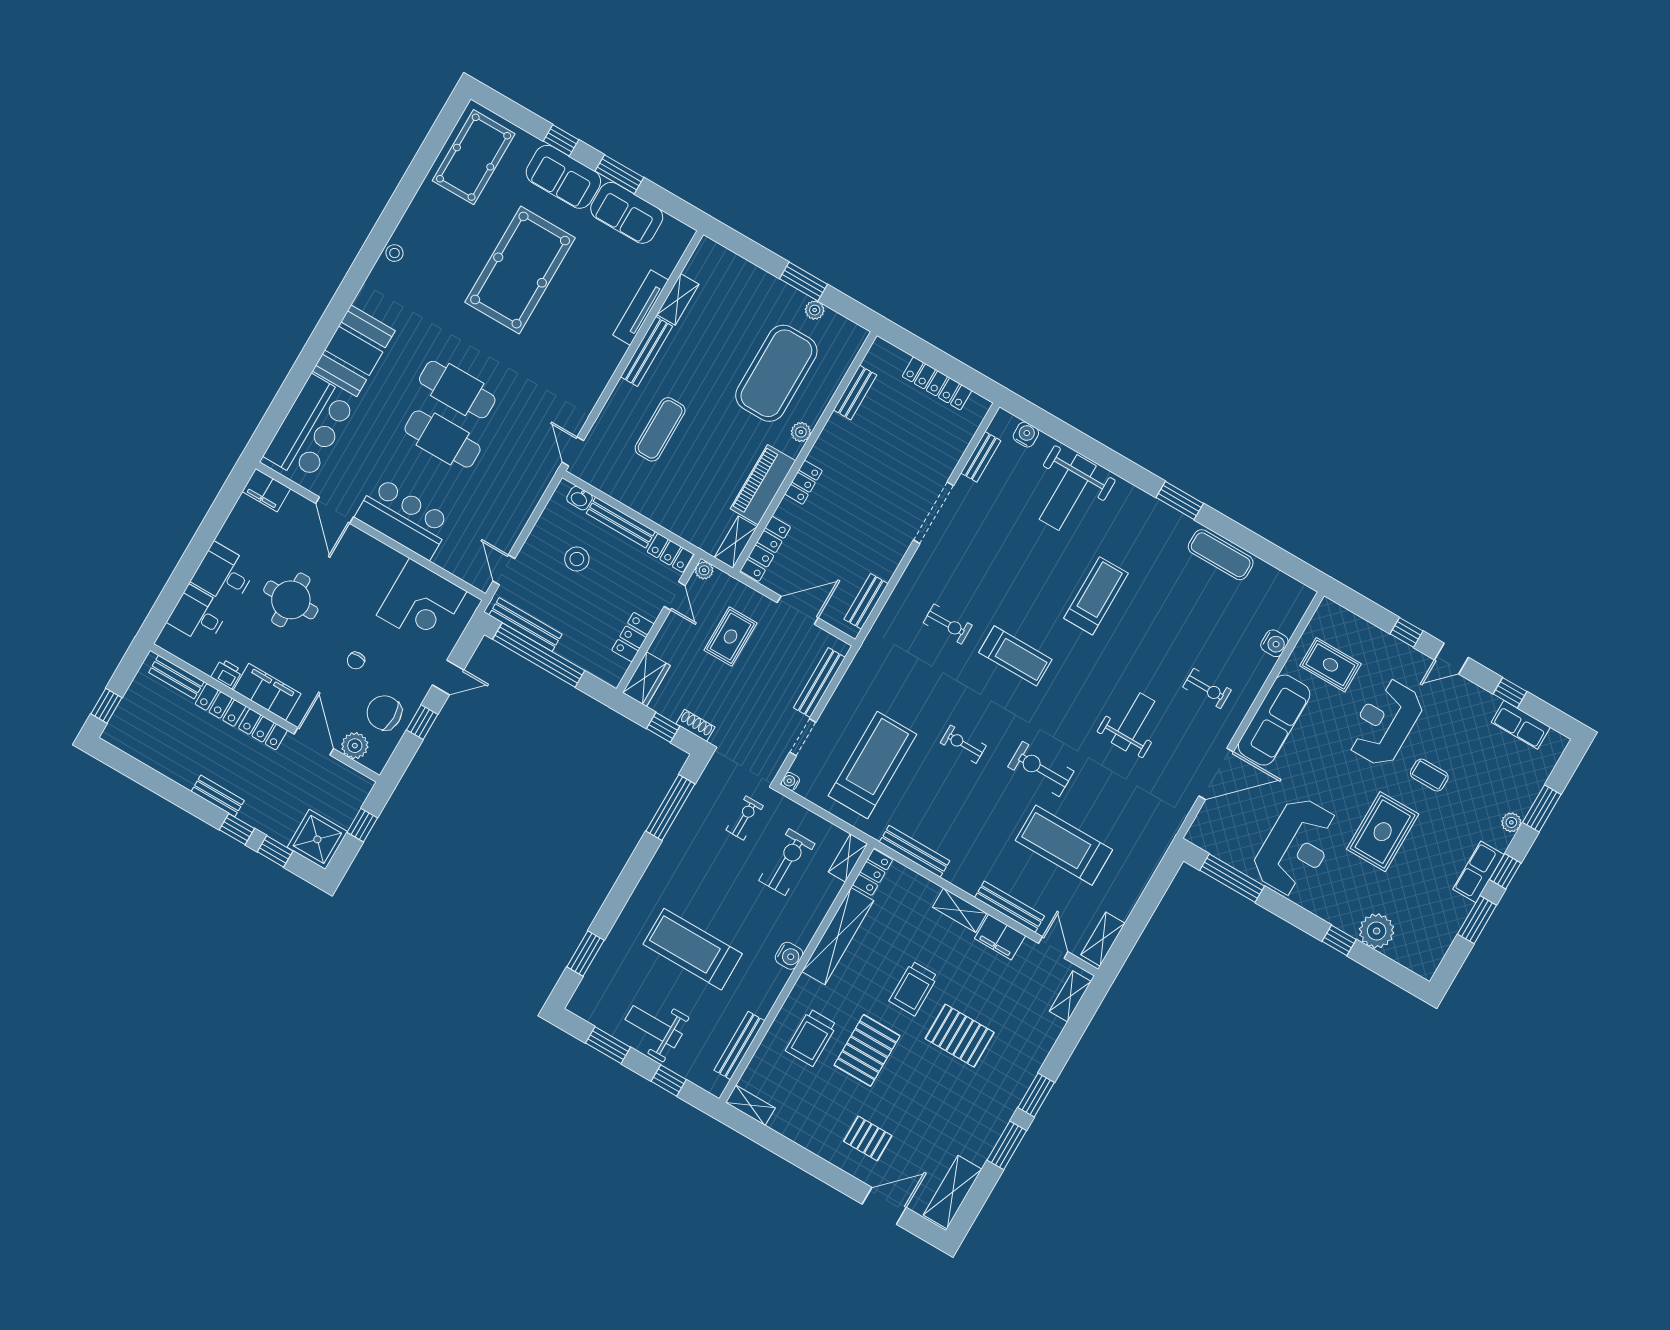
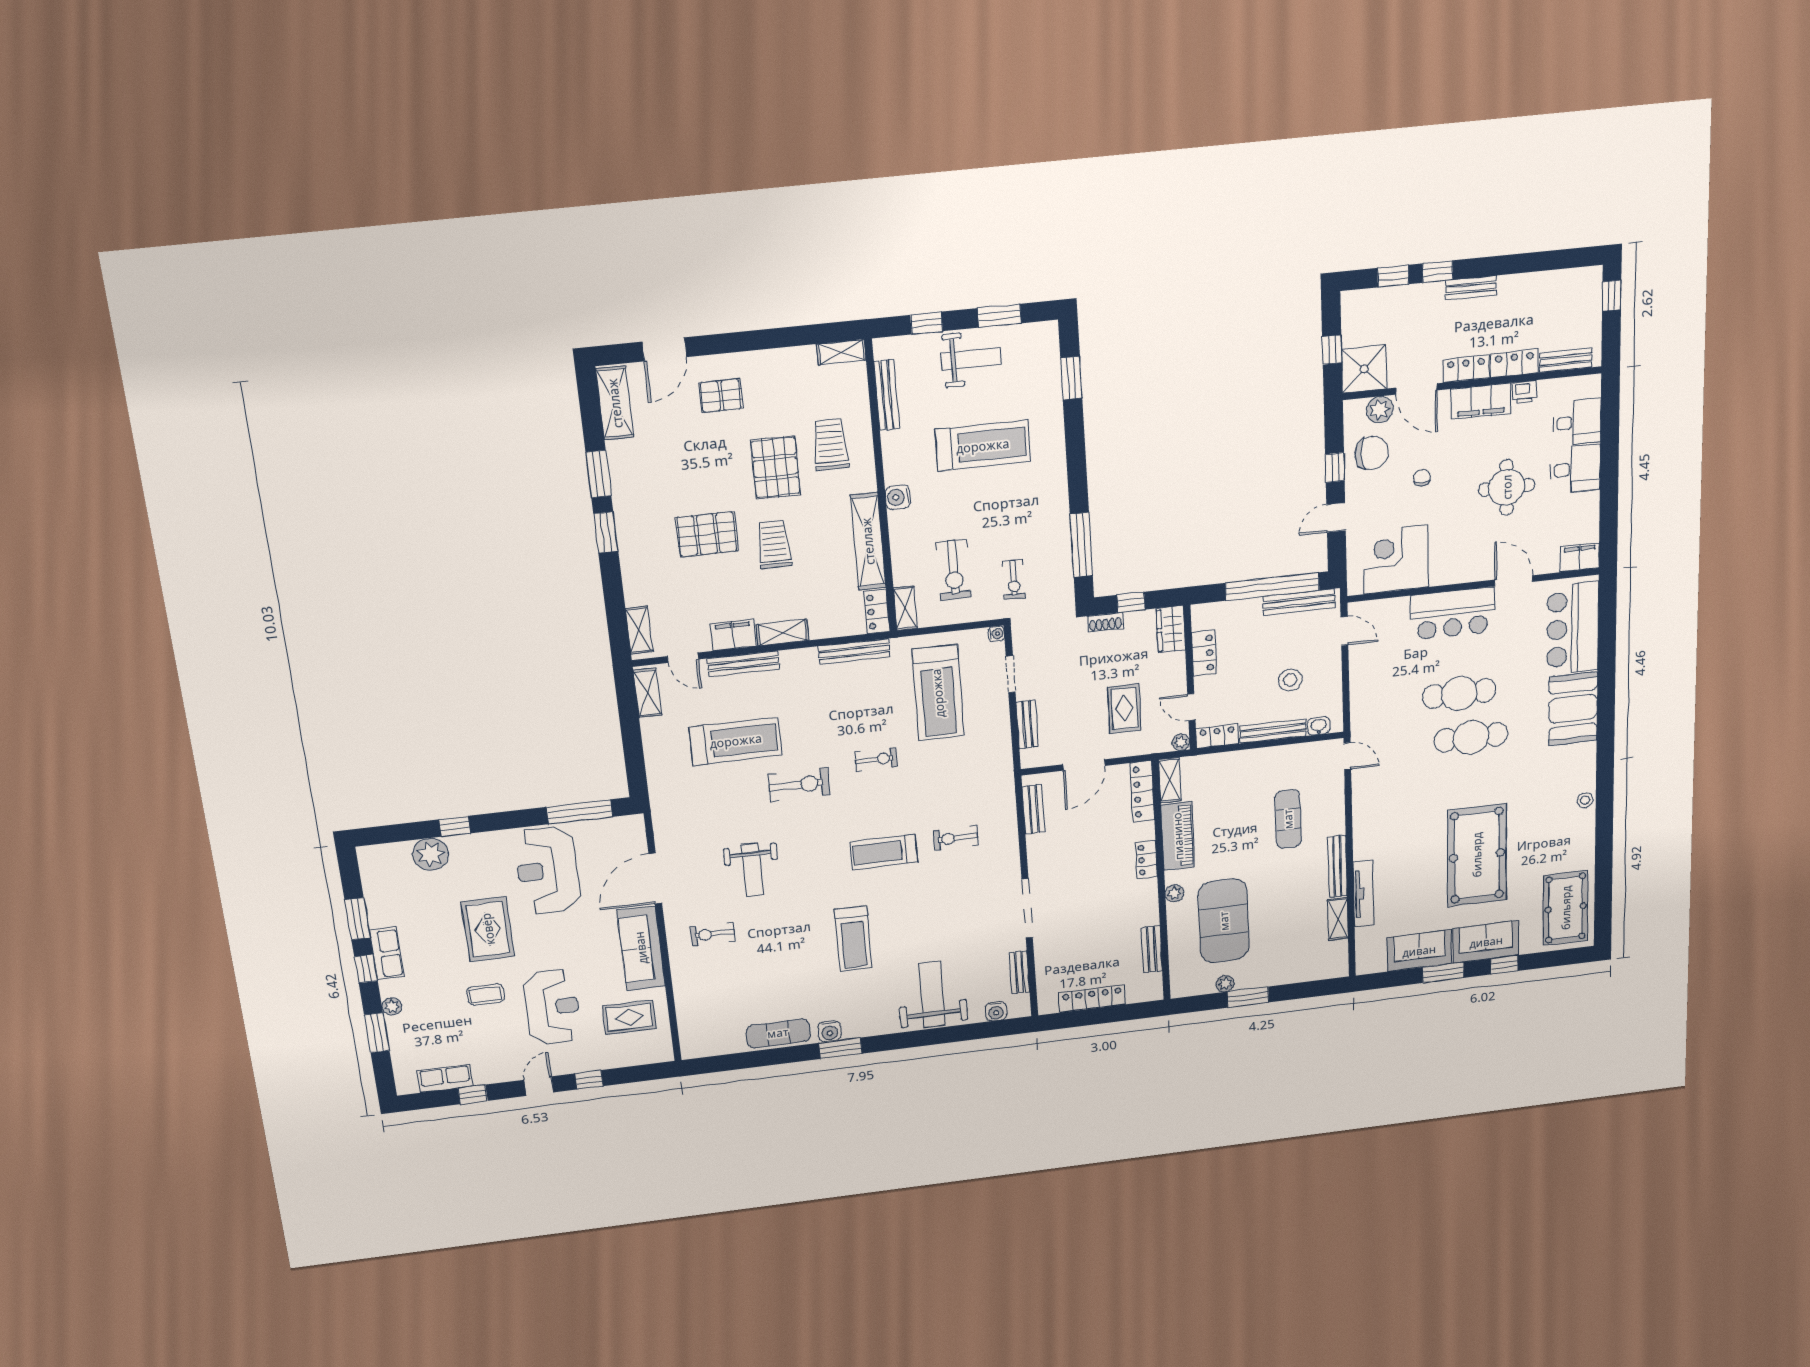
water cooler: (1274, 643) -> (830, 1031), moved, turned -90
bench: (819, 683) -> (1027, 724), width x0.73
shower: (317, 839) -> (1364, 369), moved

